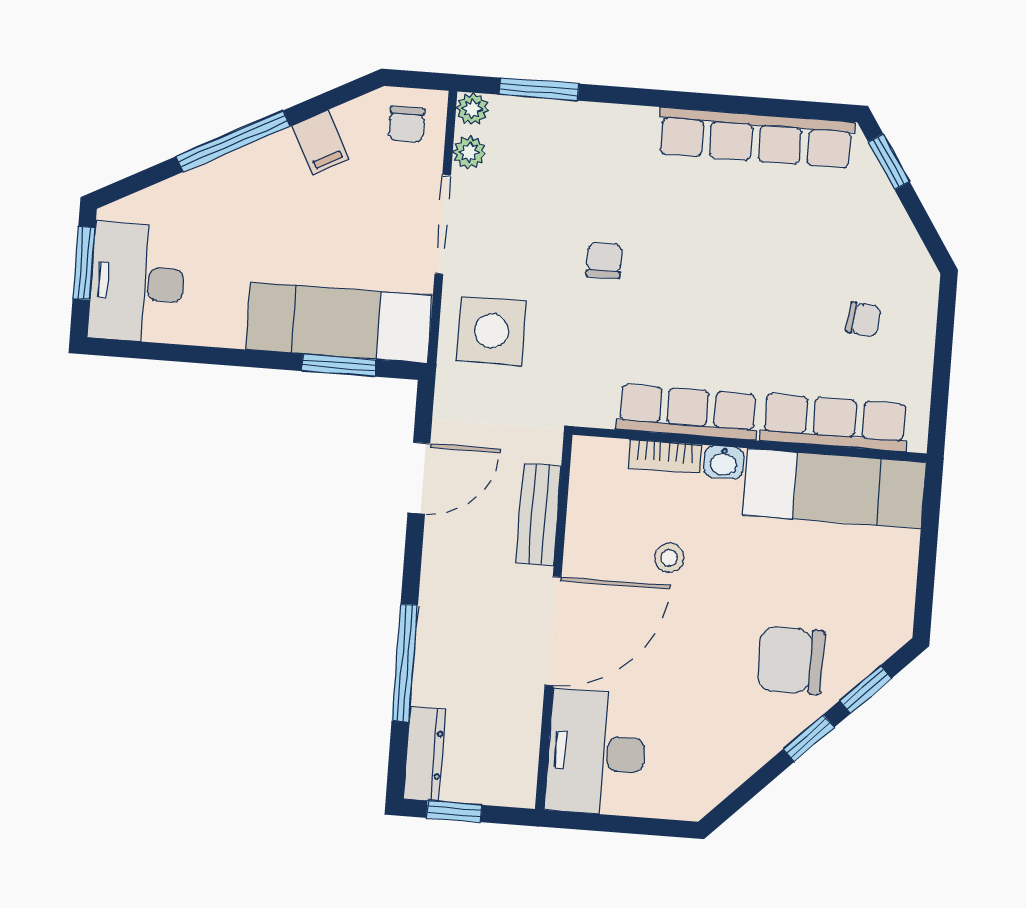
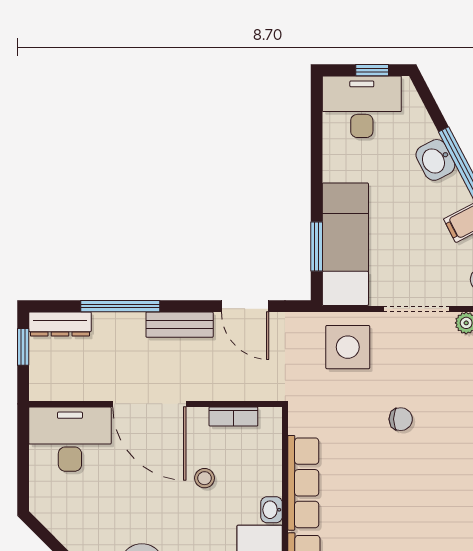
washbasin: (224, 180) -> (435, 160), added
window: (84, 263) -> (372, 70), width x0.67
bookcase: (665, 456) -> (233, 416), moved, turned -90
bench: (539, 515) -> (180, 325), moved

